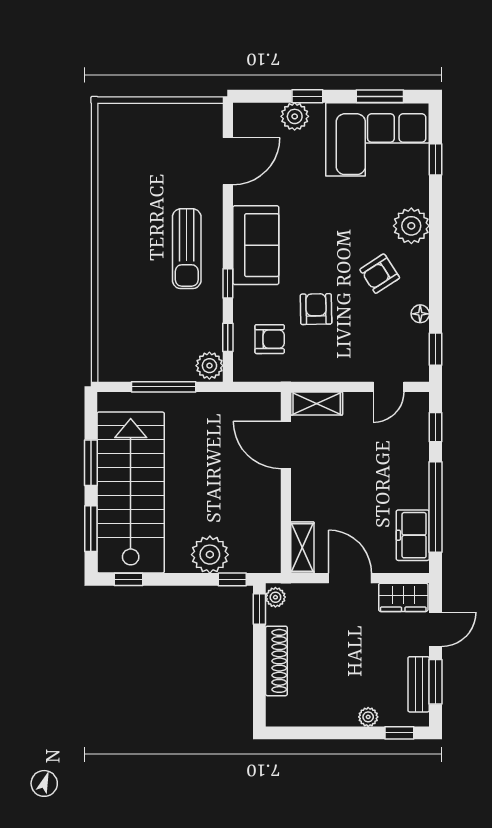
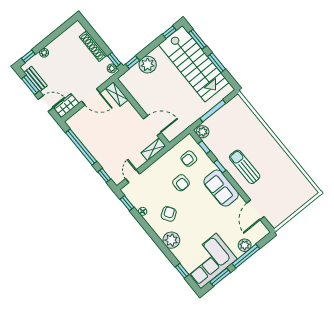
window: (307, 96) -> (246, 256), width x2.17
freezer: (413, 535) -> (81, 130), removed
door: (435, 629) -> (46, 104), swing flipped

